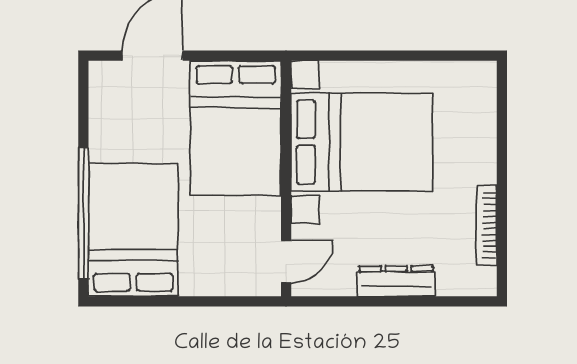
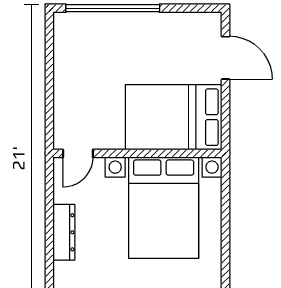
bed: (133, 230) -> (101, 44), removed
door: (286, 262) -> (78, 153), hinge flipped

